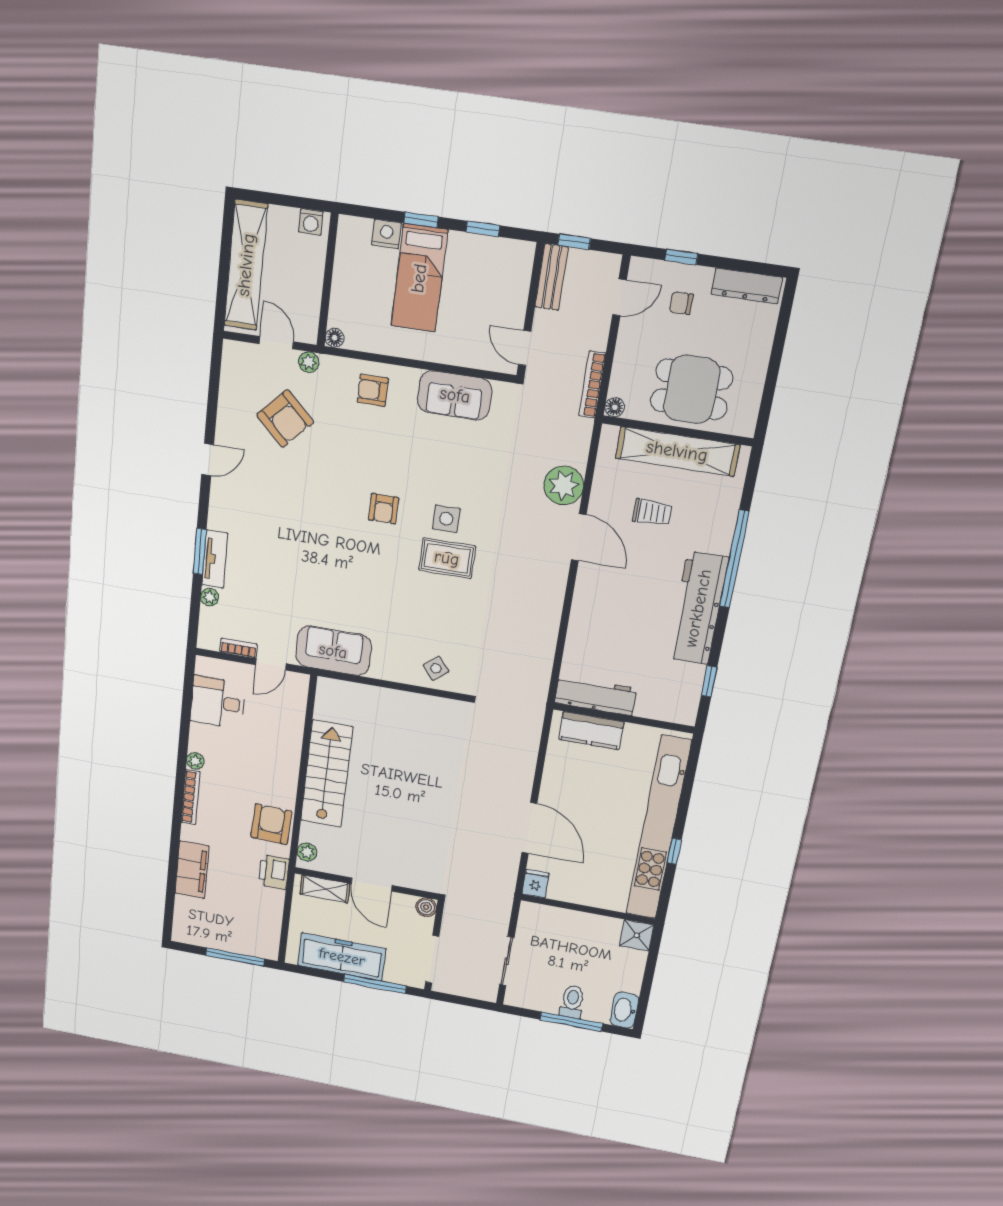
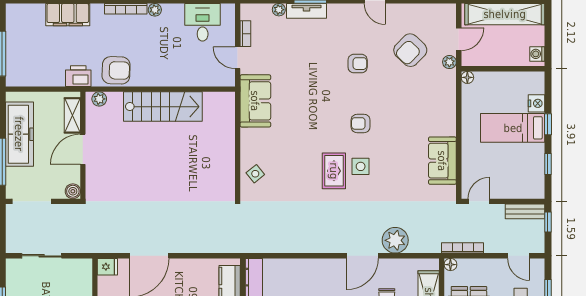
armchair: (373, 390) -> (358, 64), moved, turned 90

